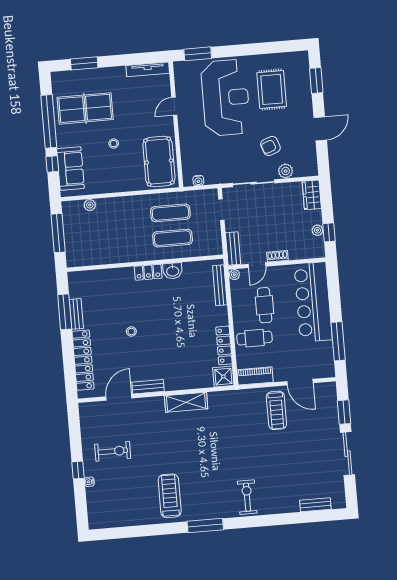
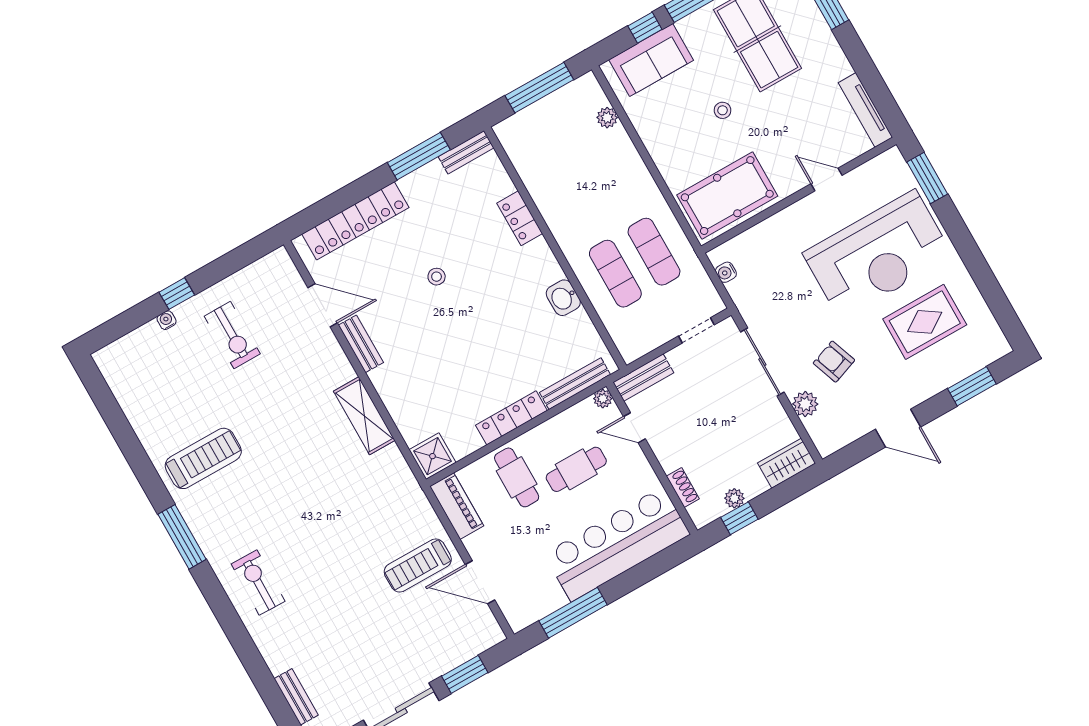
shoe rack: (277, 256) -> (683, 488), moved
locker: (148, 272) -> (520, 218), moved
bench: (76, 314) -> (466, 152), moved
locker: (224, 345) -> (511, 418), moved
door: (300, 382) -> (480, 582), hinge flipped
exercise bike: (247, 497) -> (258, 583), turned -89

